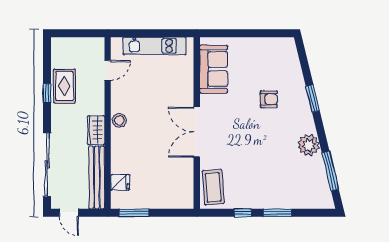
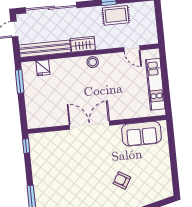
armchair: (269, 99) -> (122, 180), turned 121
coffee table: (213, 187) -> (47, 143), removed
window: (243, 213) -> (26, 146), moved

